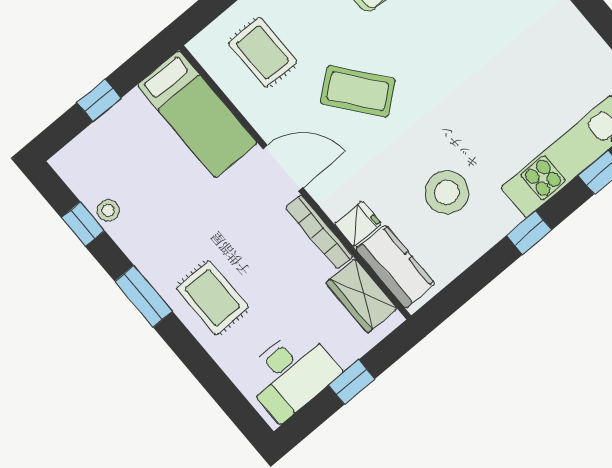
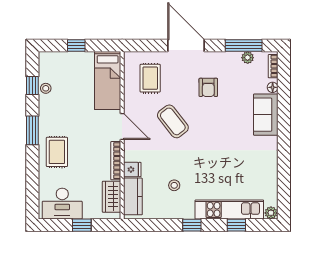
stool: (447, 192) -> (174, 185), width x0.53, depth x0.53

